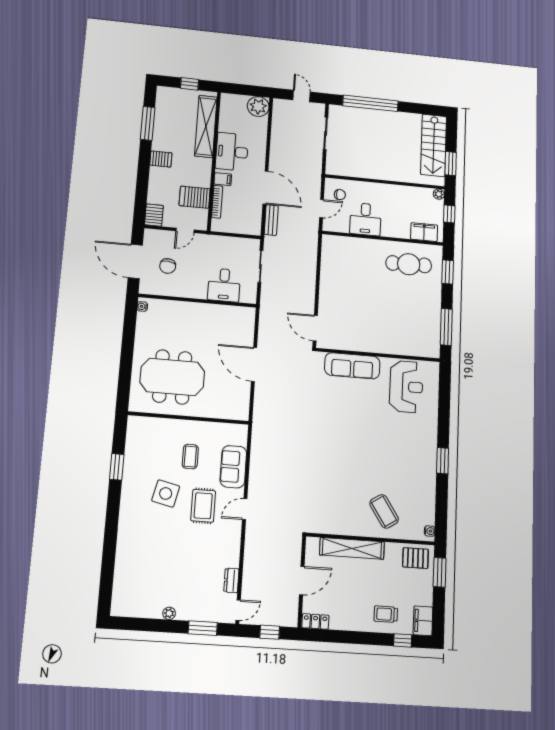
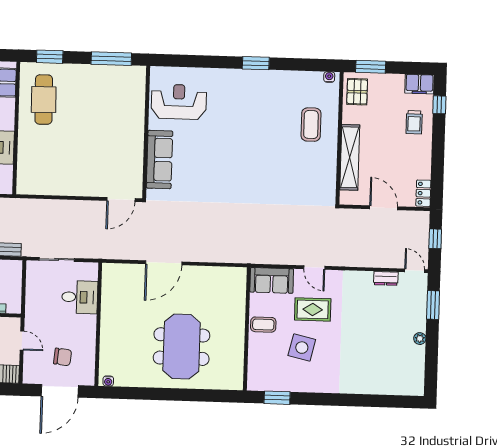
wall: (188, 418) -> (247, 329), moved
coffee table: (384, 511) -> (311, 125), turned -57

